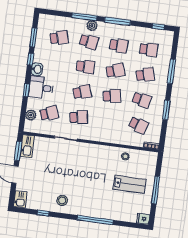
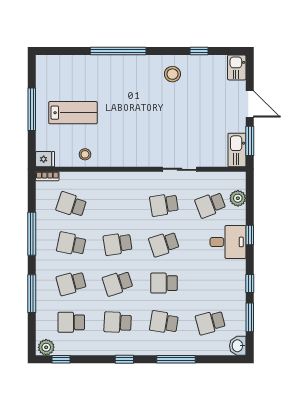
window: (118, 21) -> (124, 359), width x0.46
plant: (92, 26) -> (46, 347), moved
washbasin: (37, 69) -> (238, 346), moved
window: (166, 110) -> (32, 234), width x1.44
lab bench: (129, 184) -> (73, 113), turned 180
fridge: (143, 219) -> (45, 159), moved

